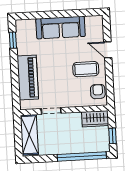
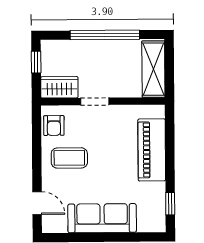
door: (108, 50) -> (37, 203), moved
doorway: (51, 111) -> (95, 101), moved
window: (82, 156) -> (105, 35), moved

